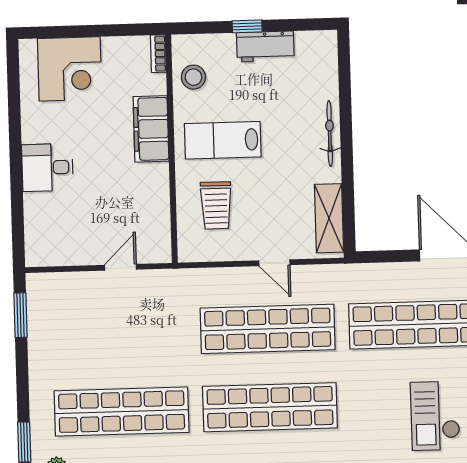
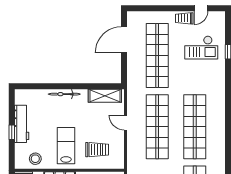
workbench: (265, 47) -> (22, 124), width x1.38
lab bench: (223, 140) -> (66, 146), turned 180
door: (274, 263) -> (126, 123), swing flipped

